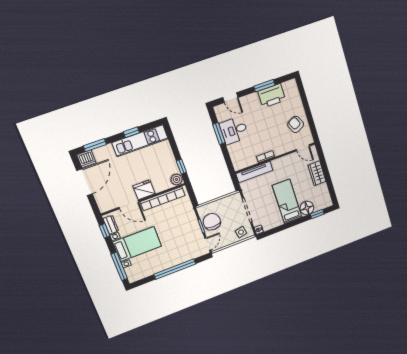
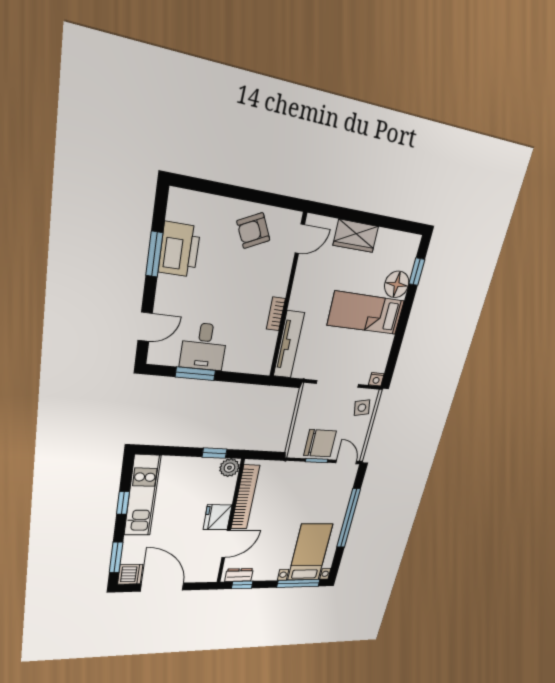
chair: (212, 222) -> (320, 443), turned 180
bed with nightstands: (137, 244) -> (310, 552), moved

